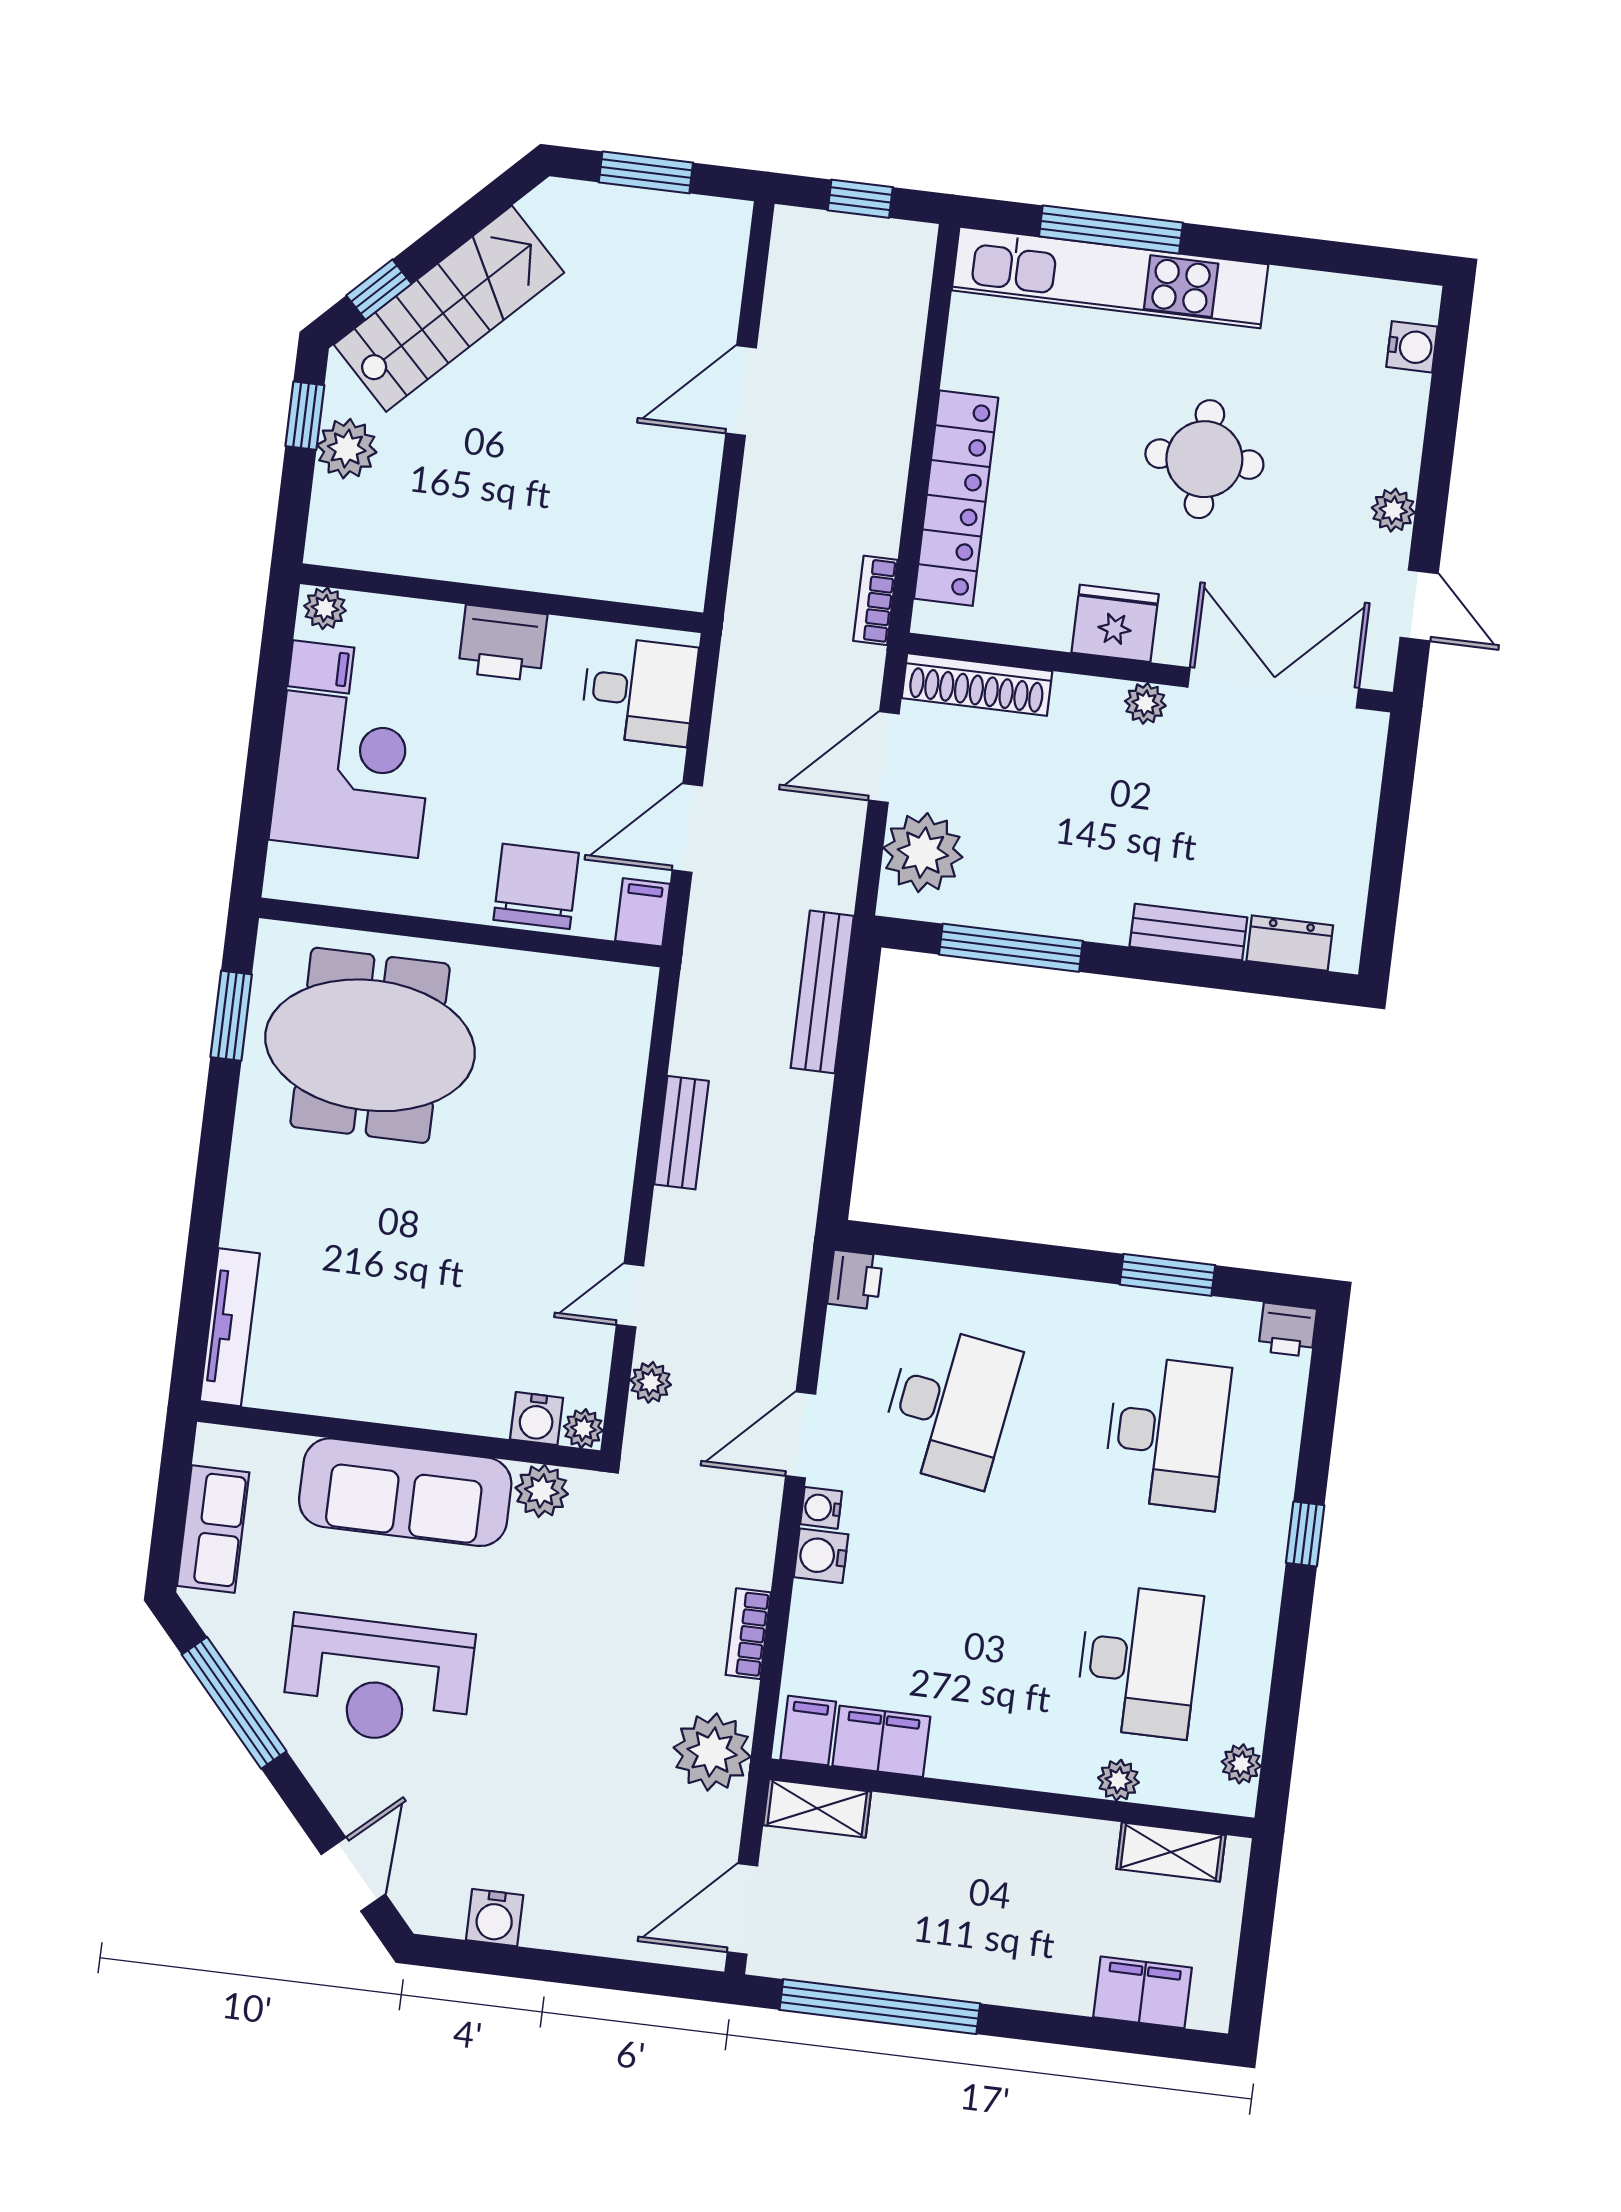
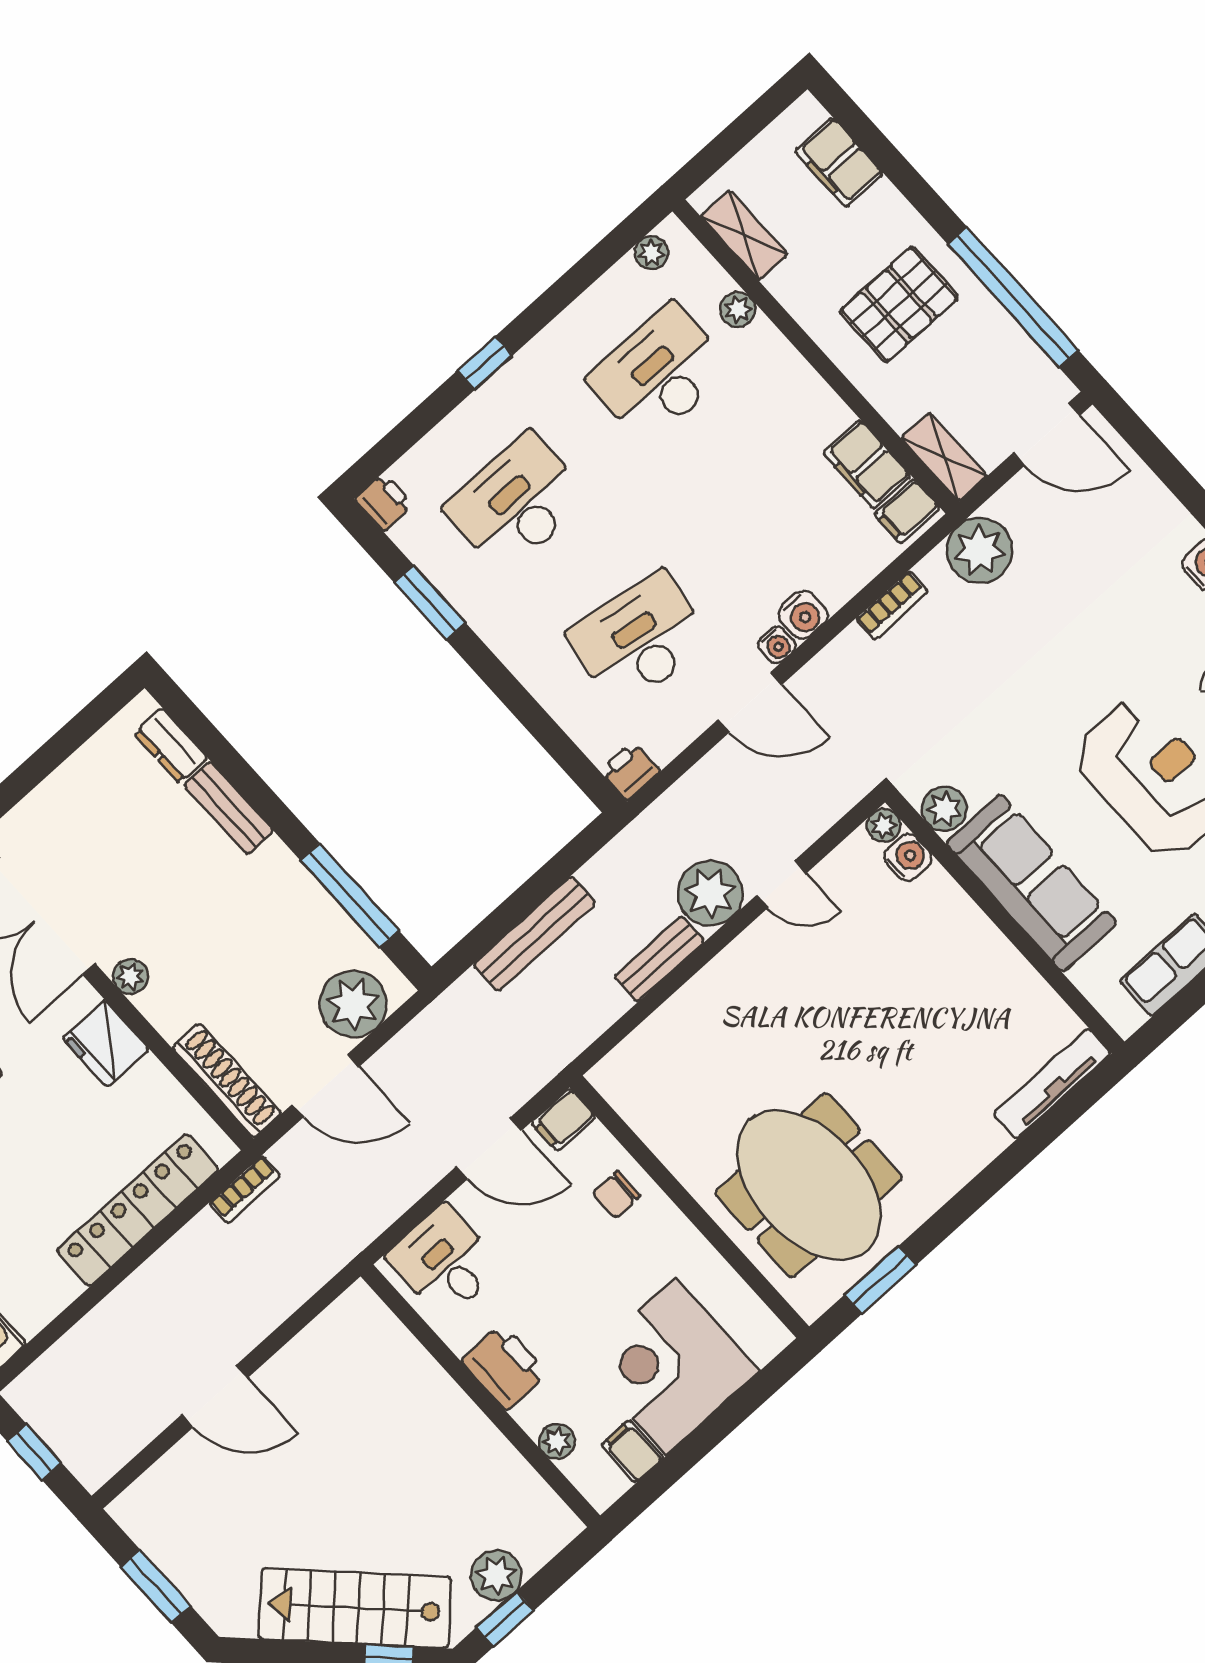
plant: (325, 608) -> (557, 1441), moved
chair: (536, 886) -> (616, 1195), width x0.54, depth x0.54
bench: (822, 992) -> (534, 934), moved
plant: (651, 1382) -> (710, 893), moved, width x1.88, depth x1.88
pallet: (977, 1911) -> (899, 304), added

